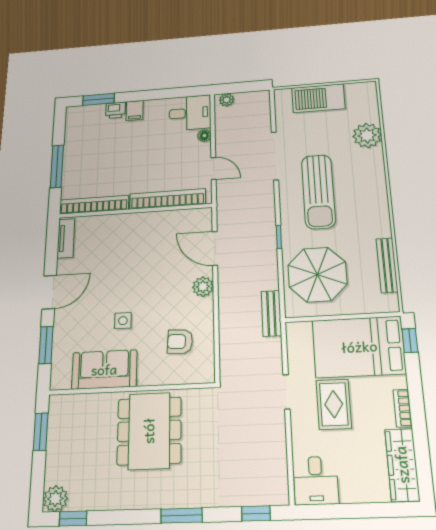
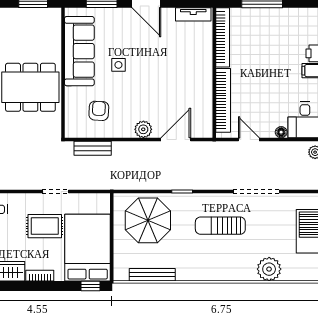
door: (213, 168) -> (249, 140), swing flipped
sun lounger: (318, 191) -> (220, 226), width x0.73, depth x0.75
bench: (271, 313) -> (93, 148), moved
sofa: (104, 370) -> (79, 51), width x1.36

